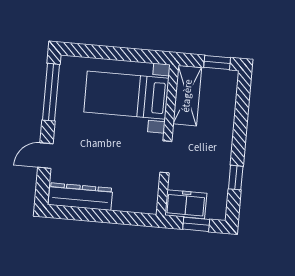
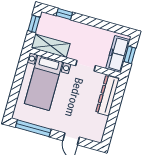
window: (236, 178) -> (64, 14), moved
dresser: (80, 197) -> (107, 95), moved
freezer: (186, 204) -> (118, 54), width x1.40

